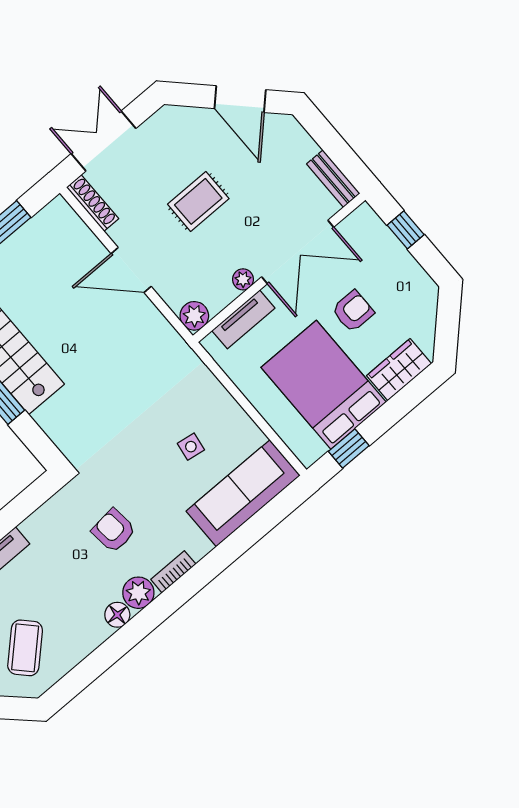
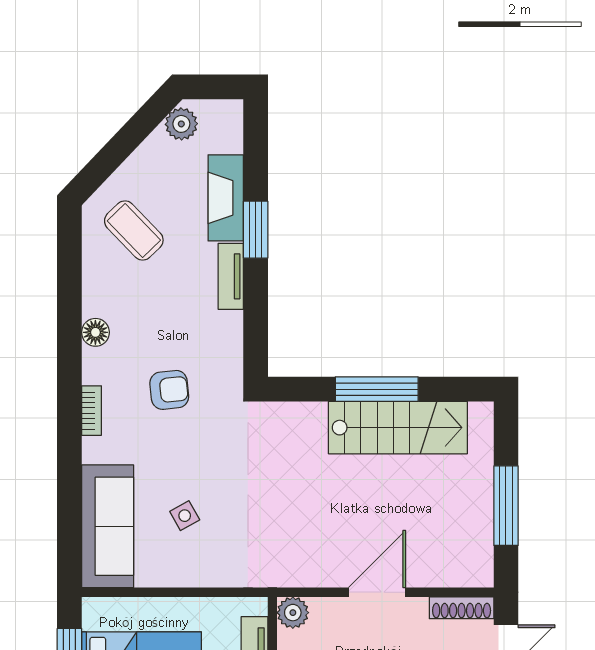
side table: (191, 447) -> (185, 516), turned -38
plant: (138, 593) -> (99, 366), removed

